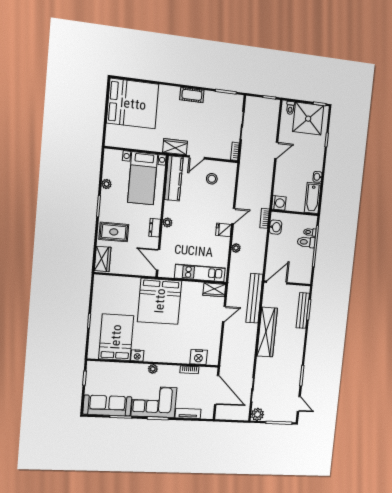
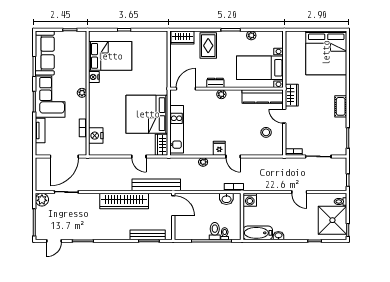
bed: (160, 301) -> (147, 114), moved

